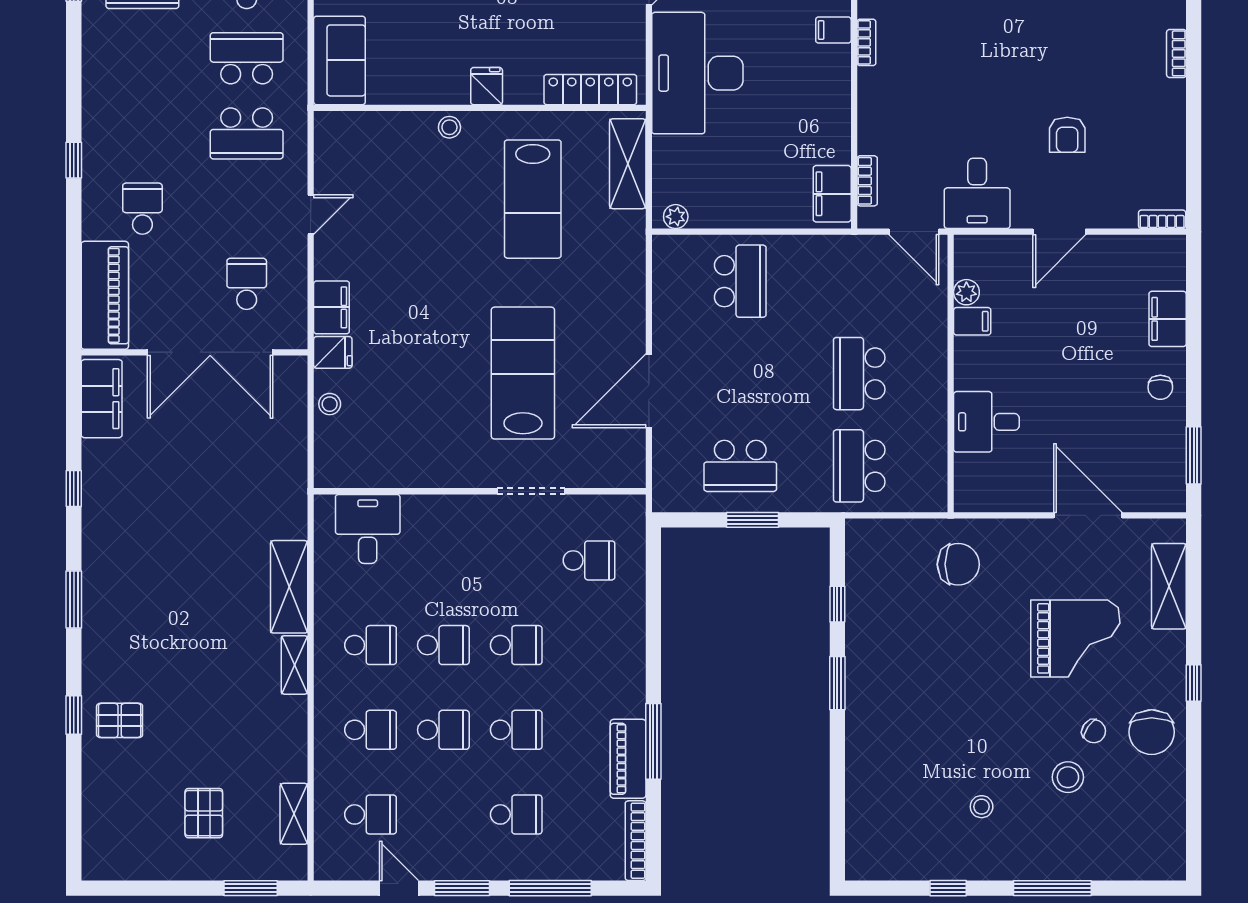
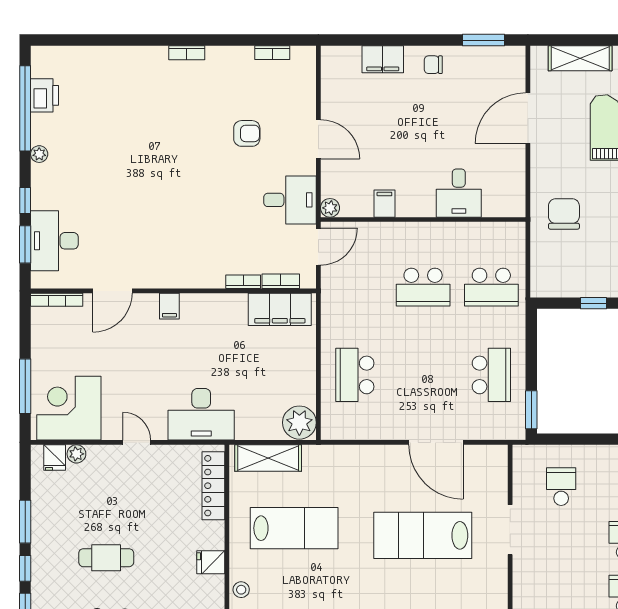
bookcase: (866, 42) -> (243, 282), moved
desk: (697, 73) -> (201, 414), width x0.73, depth x0.77
filing cabinet: (832, 194) -> (280, 309), width x1.50, depth x1.17
plant: (676, 217) -> (299, 423), width x1.88, depth x1.88
bookcase: (1162, 219) -> (272, 53), moved, turned -90
school desk: (740, 281) -> (355, 375), turned -90
plant: (966, 292) -> (330, 208), moved
chair: (1160, 387) -> (433, 65), turned 180
window: (752, 520) -> (531, 410), moved

